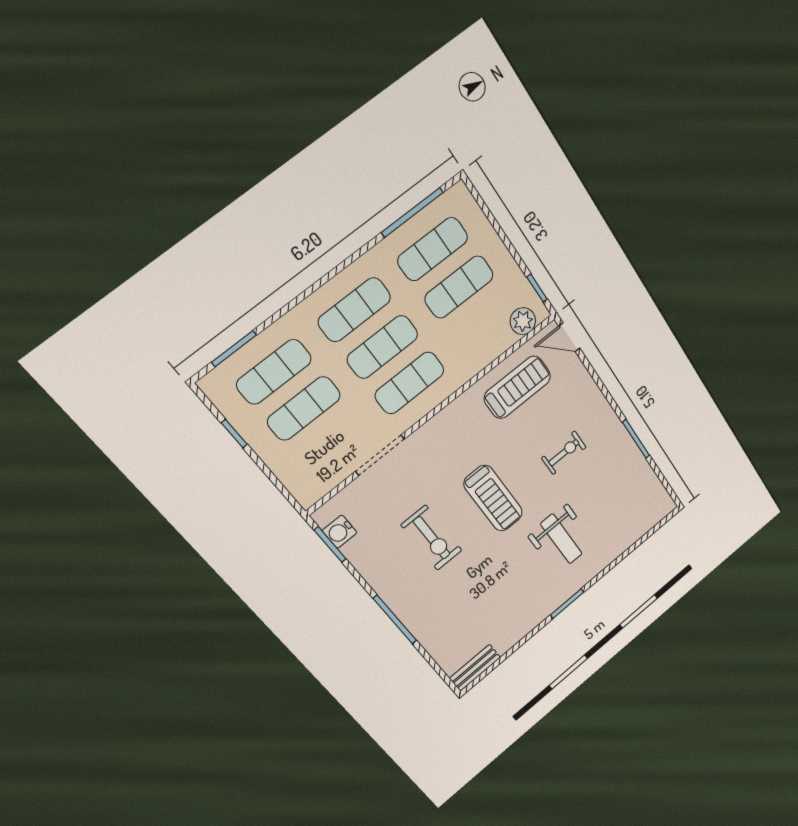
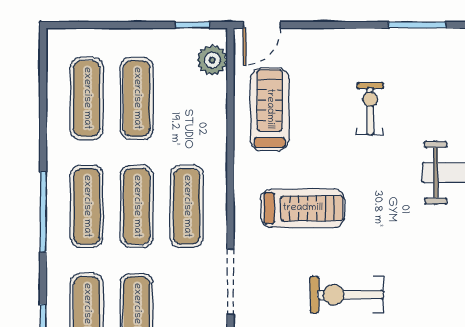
window: (412, 212) -> (43, 212), moved
treadmill: (493, 498) -> (303, 208), moved
exercise bike: (432, 538) -> (347, 295), turned 180

